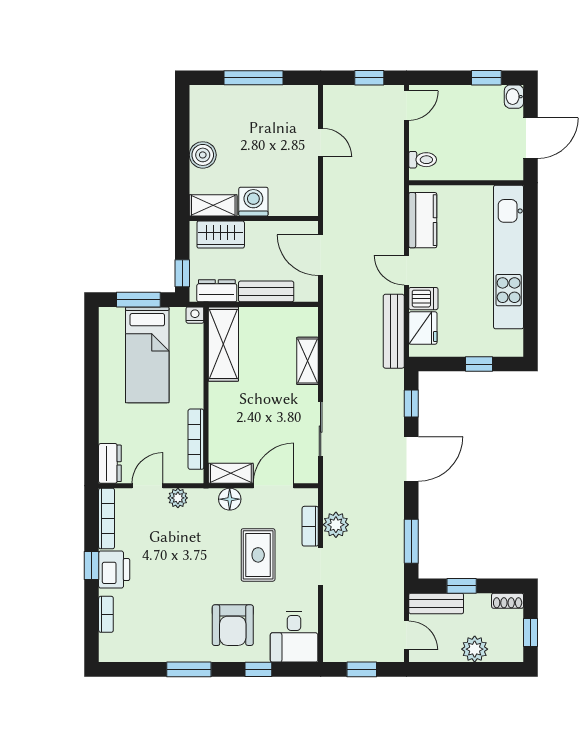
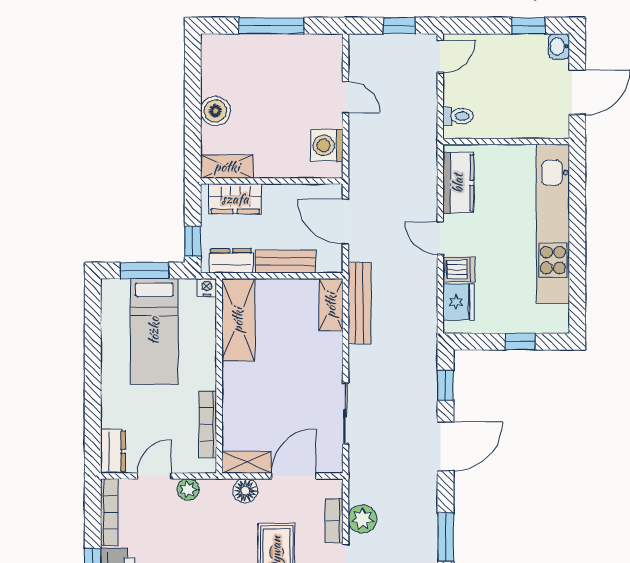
washing machine: (253, 202) -> (327, 145), moved, turned -90
bench: (394, 331) -> (360, 303), moved
shelving: (308, 361) -> (331, 305), moved

